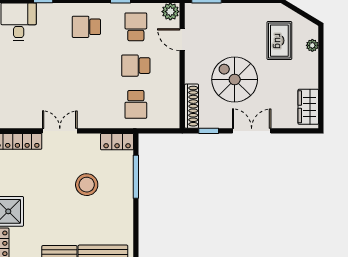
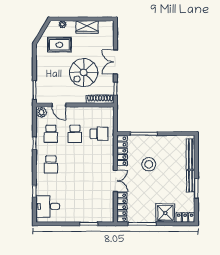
school desk: (136, 27) -> (51, 134), turned -90
door: (182, 40) -> (59, 105), hinge flipped
wardrobe: (308, 107) -> (87, 27), moved
double door: (60, 131) -> (115, 181), swing flipped
locker: (117, 142) -> (122, 151), width x1.53

